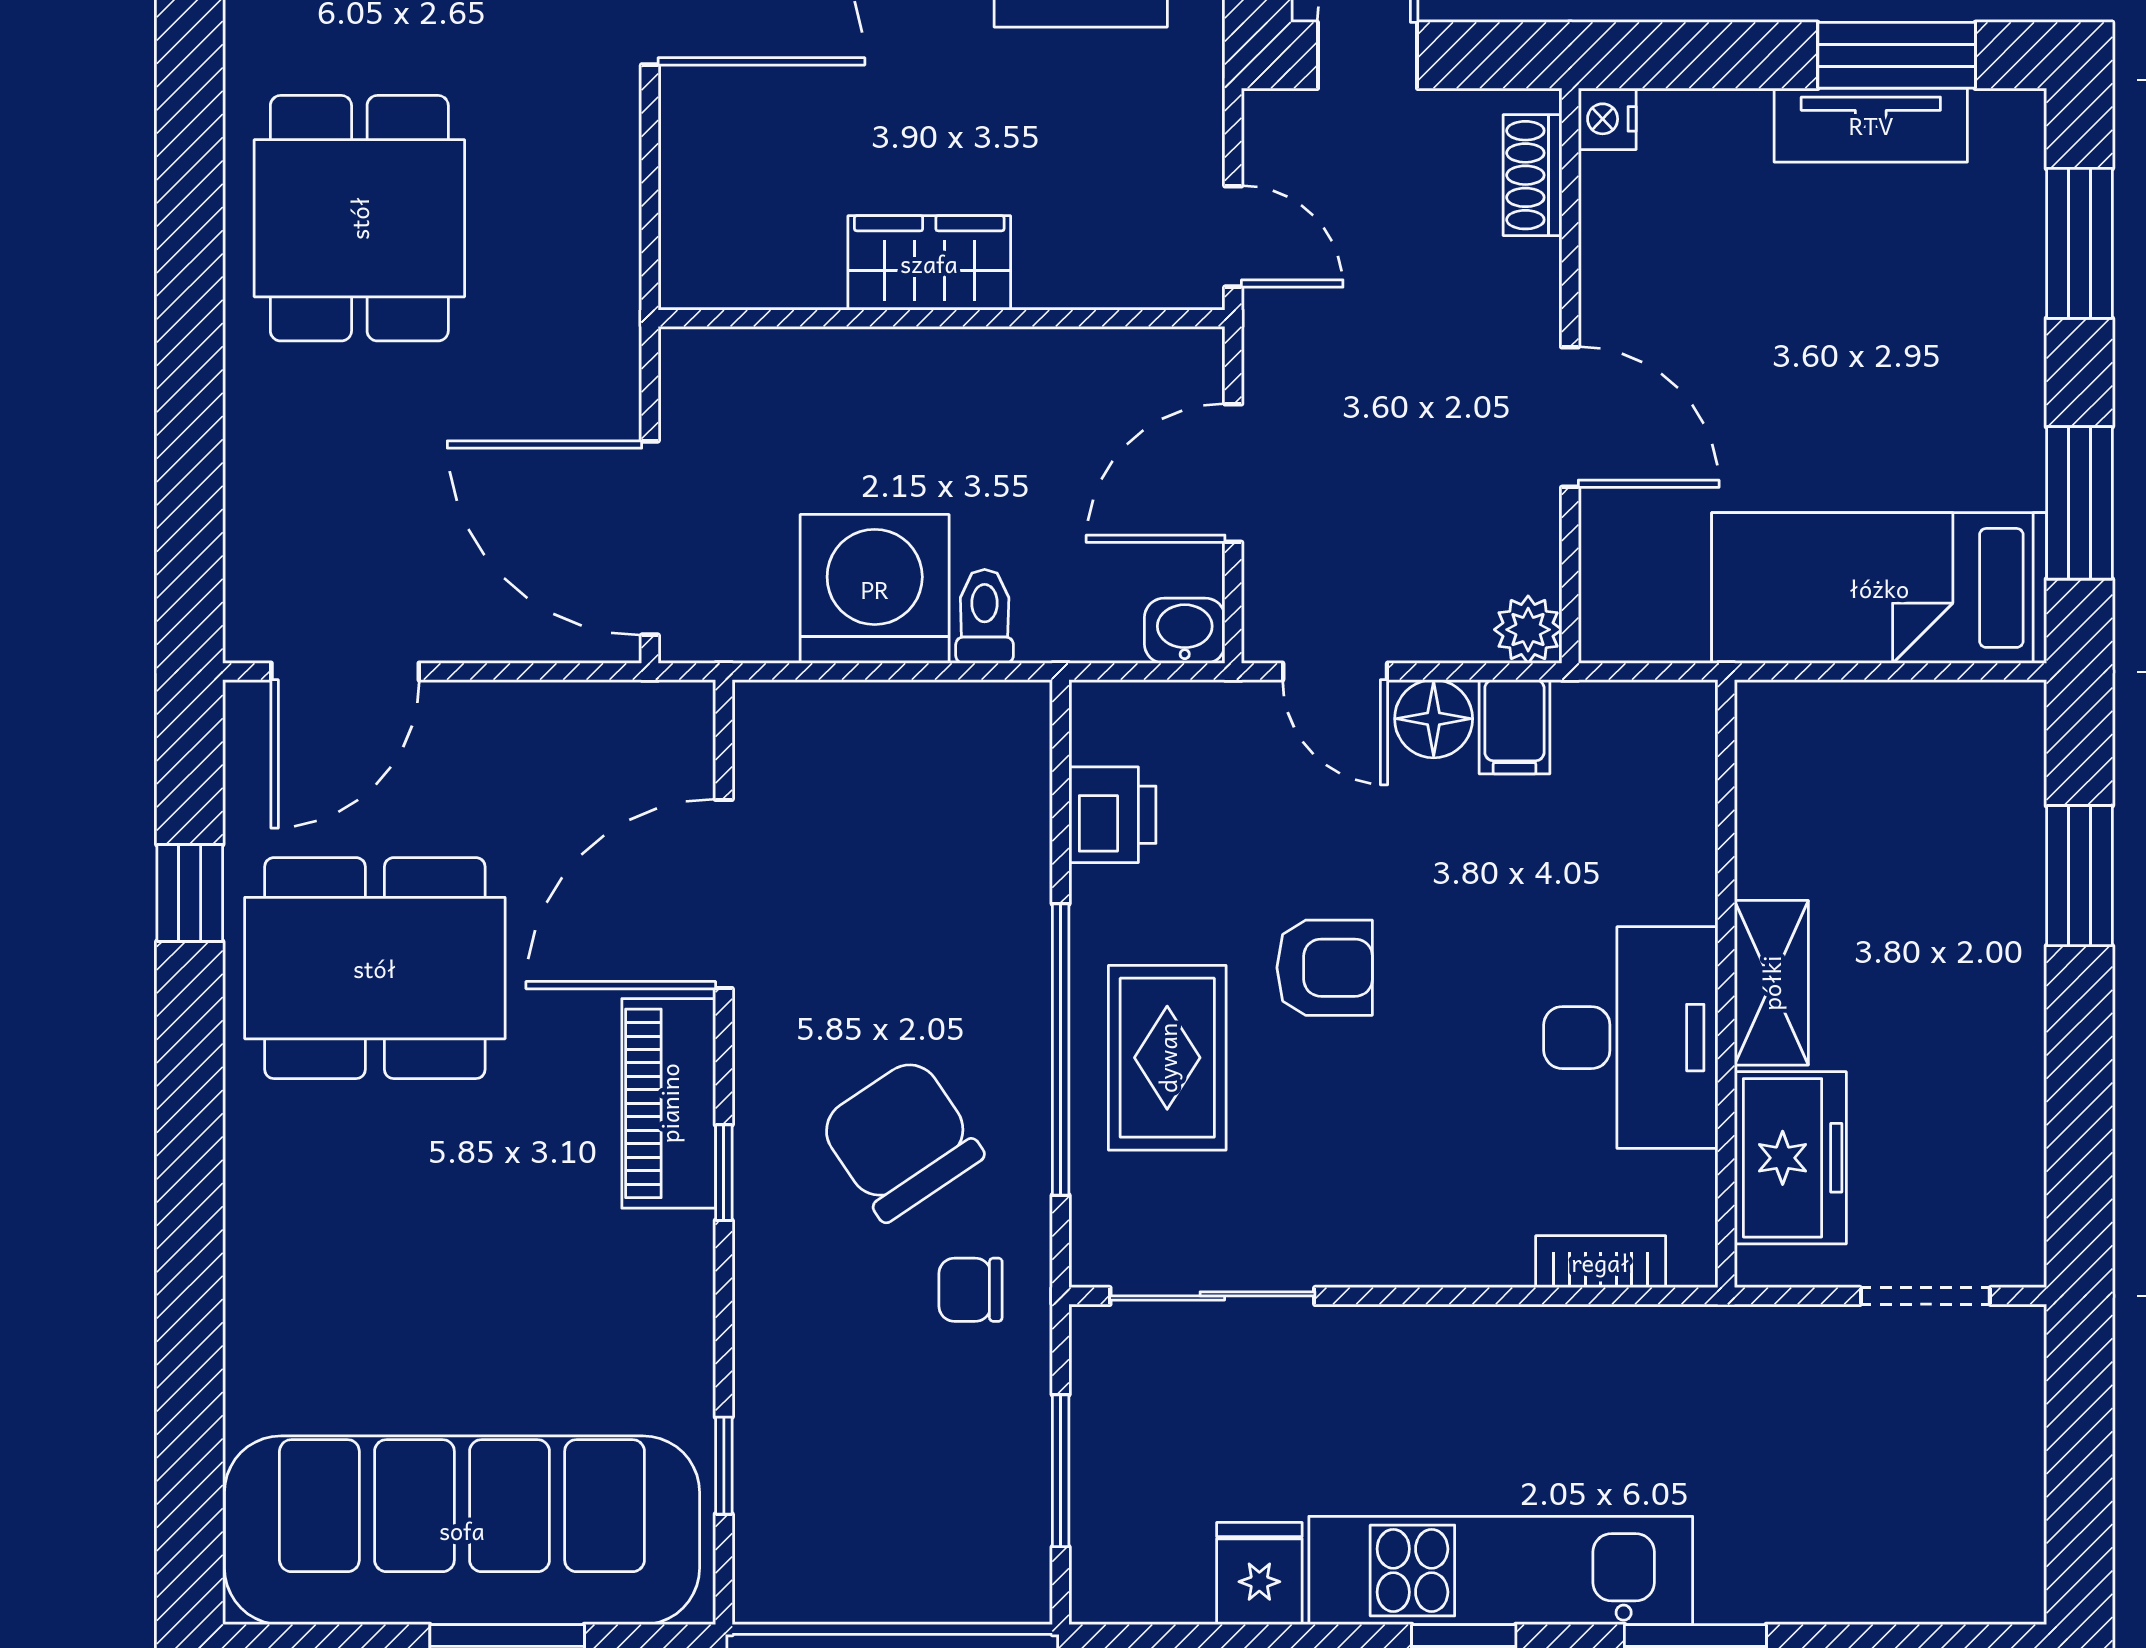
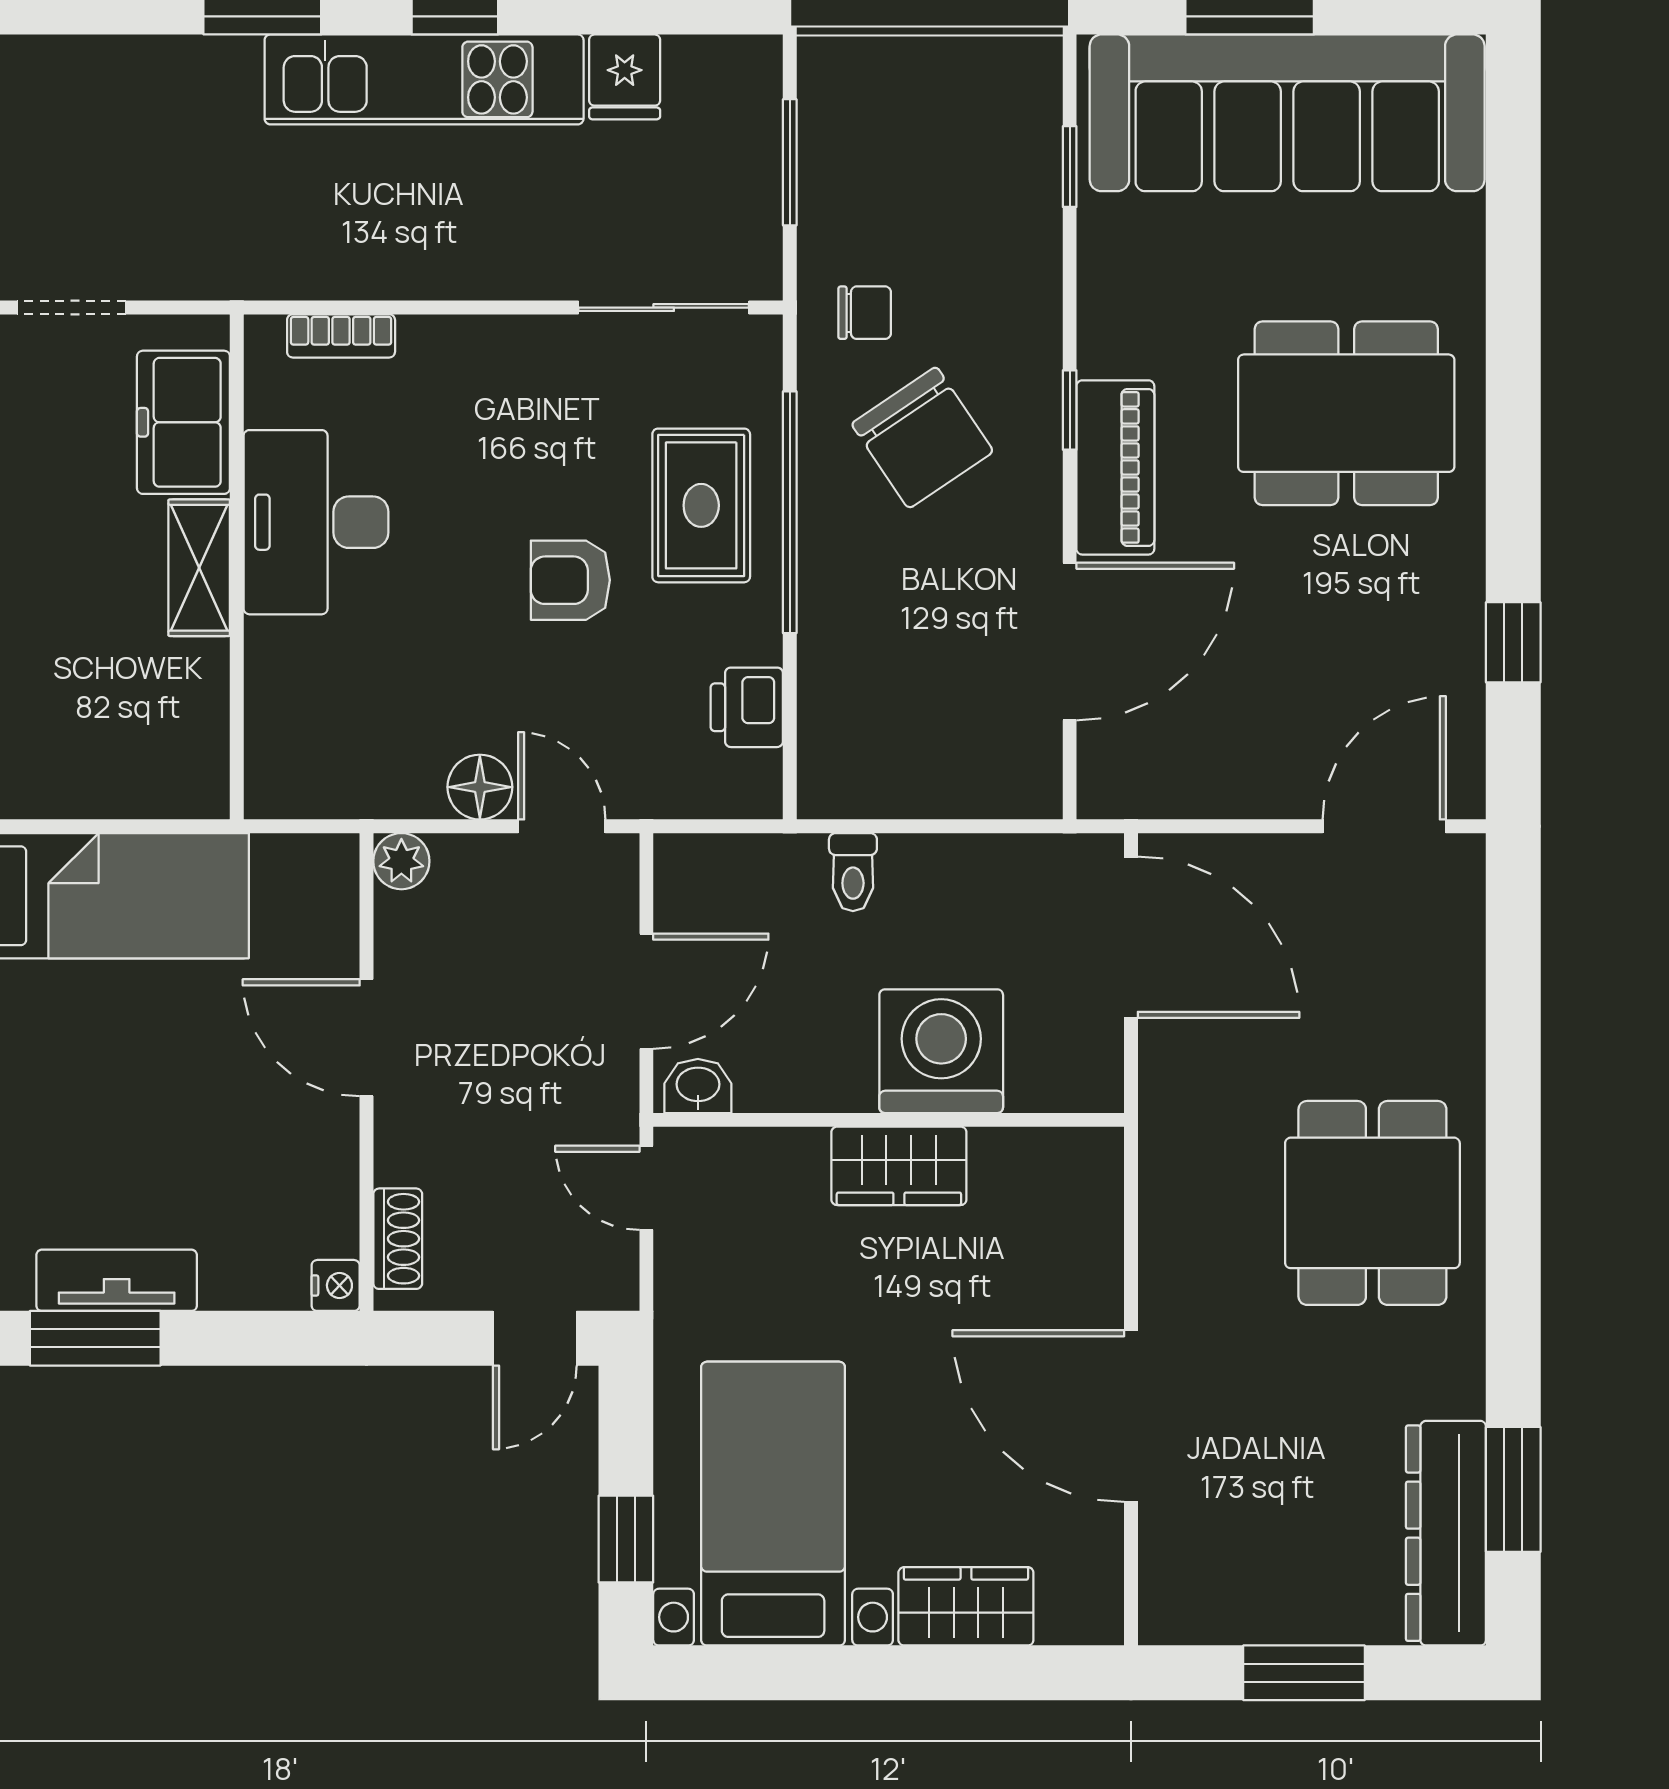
washing machine: (875, 589) -> (941, 1051), moved, turned 180
washbasin: (1185, 631) -> (698, 1086), moved, turned 180
filing cabinet: (1514, 727) -> (413, 780), removed
dining table: (375, 968) -> (1346, 413), moved

